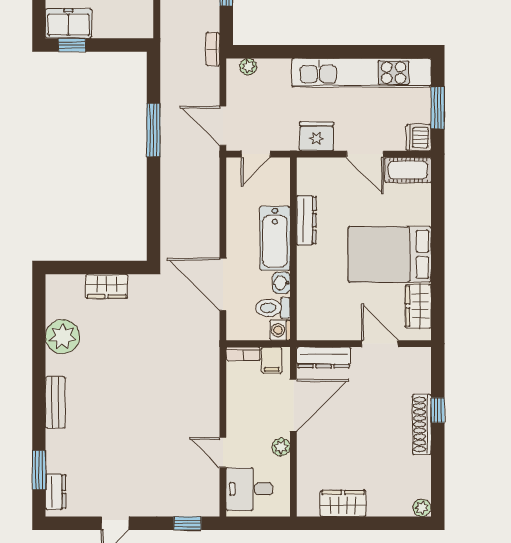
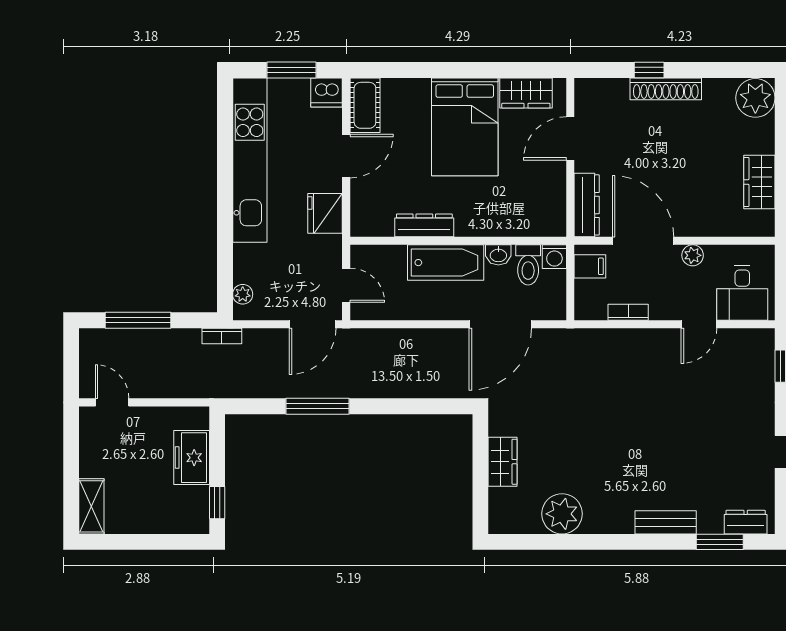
freezer: (68, 23) -> (192, 458), moved
bookcase: (243, 354) -> (628, 312), moved, turned -90
bench: (55, 402) -> (666, 522), moved
plant: (422, 508) -> (755, 98), width x1.88, depth x1.88

